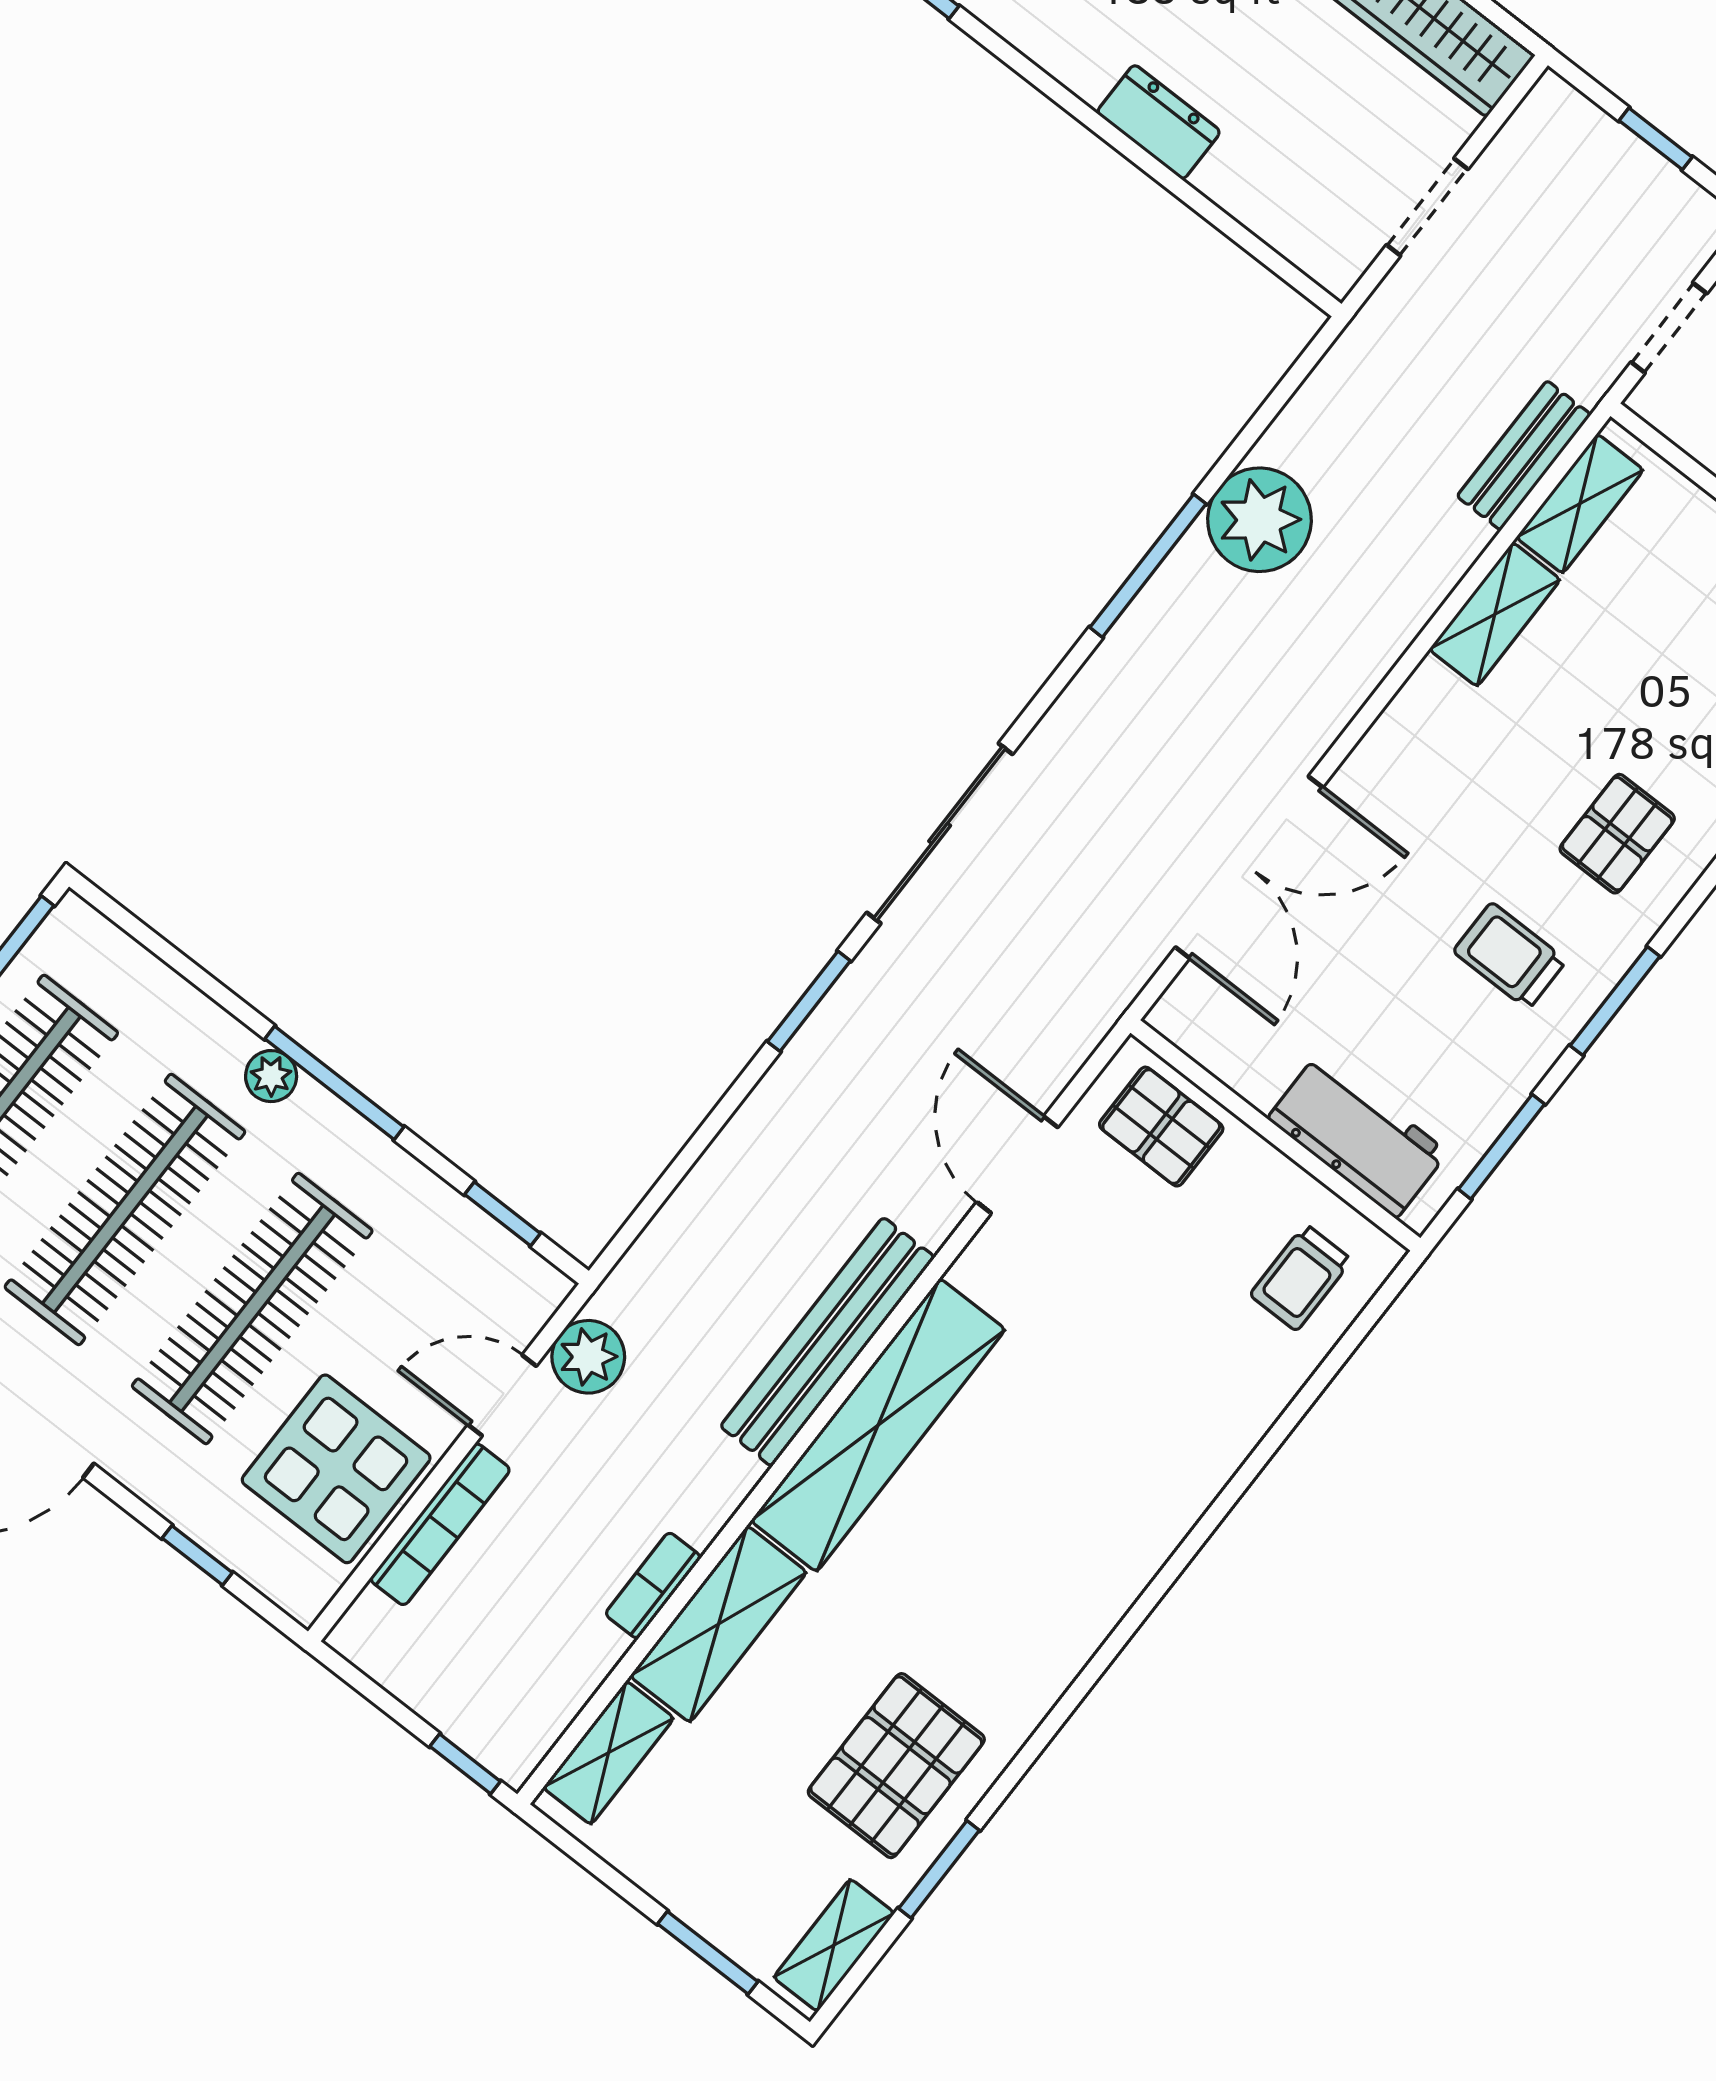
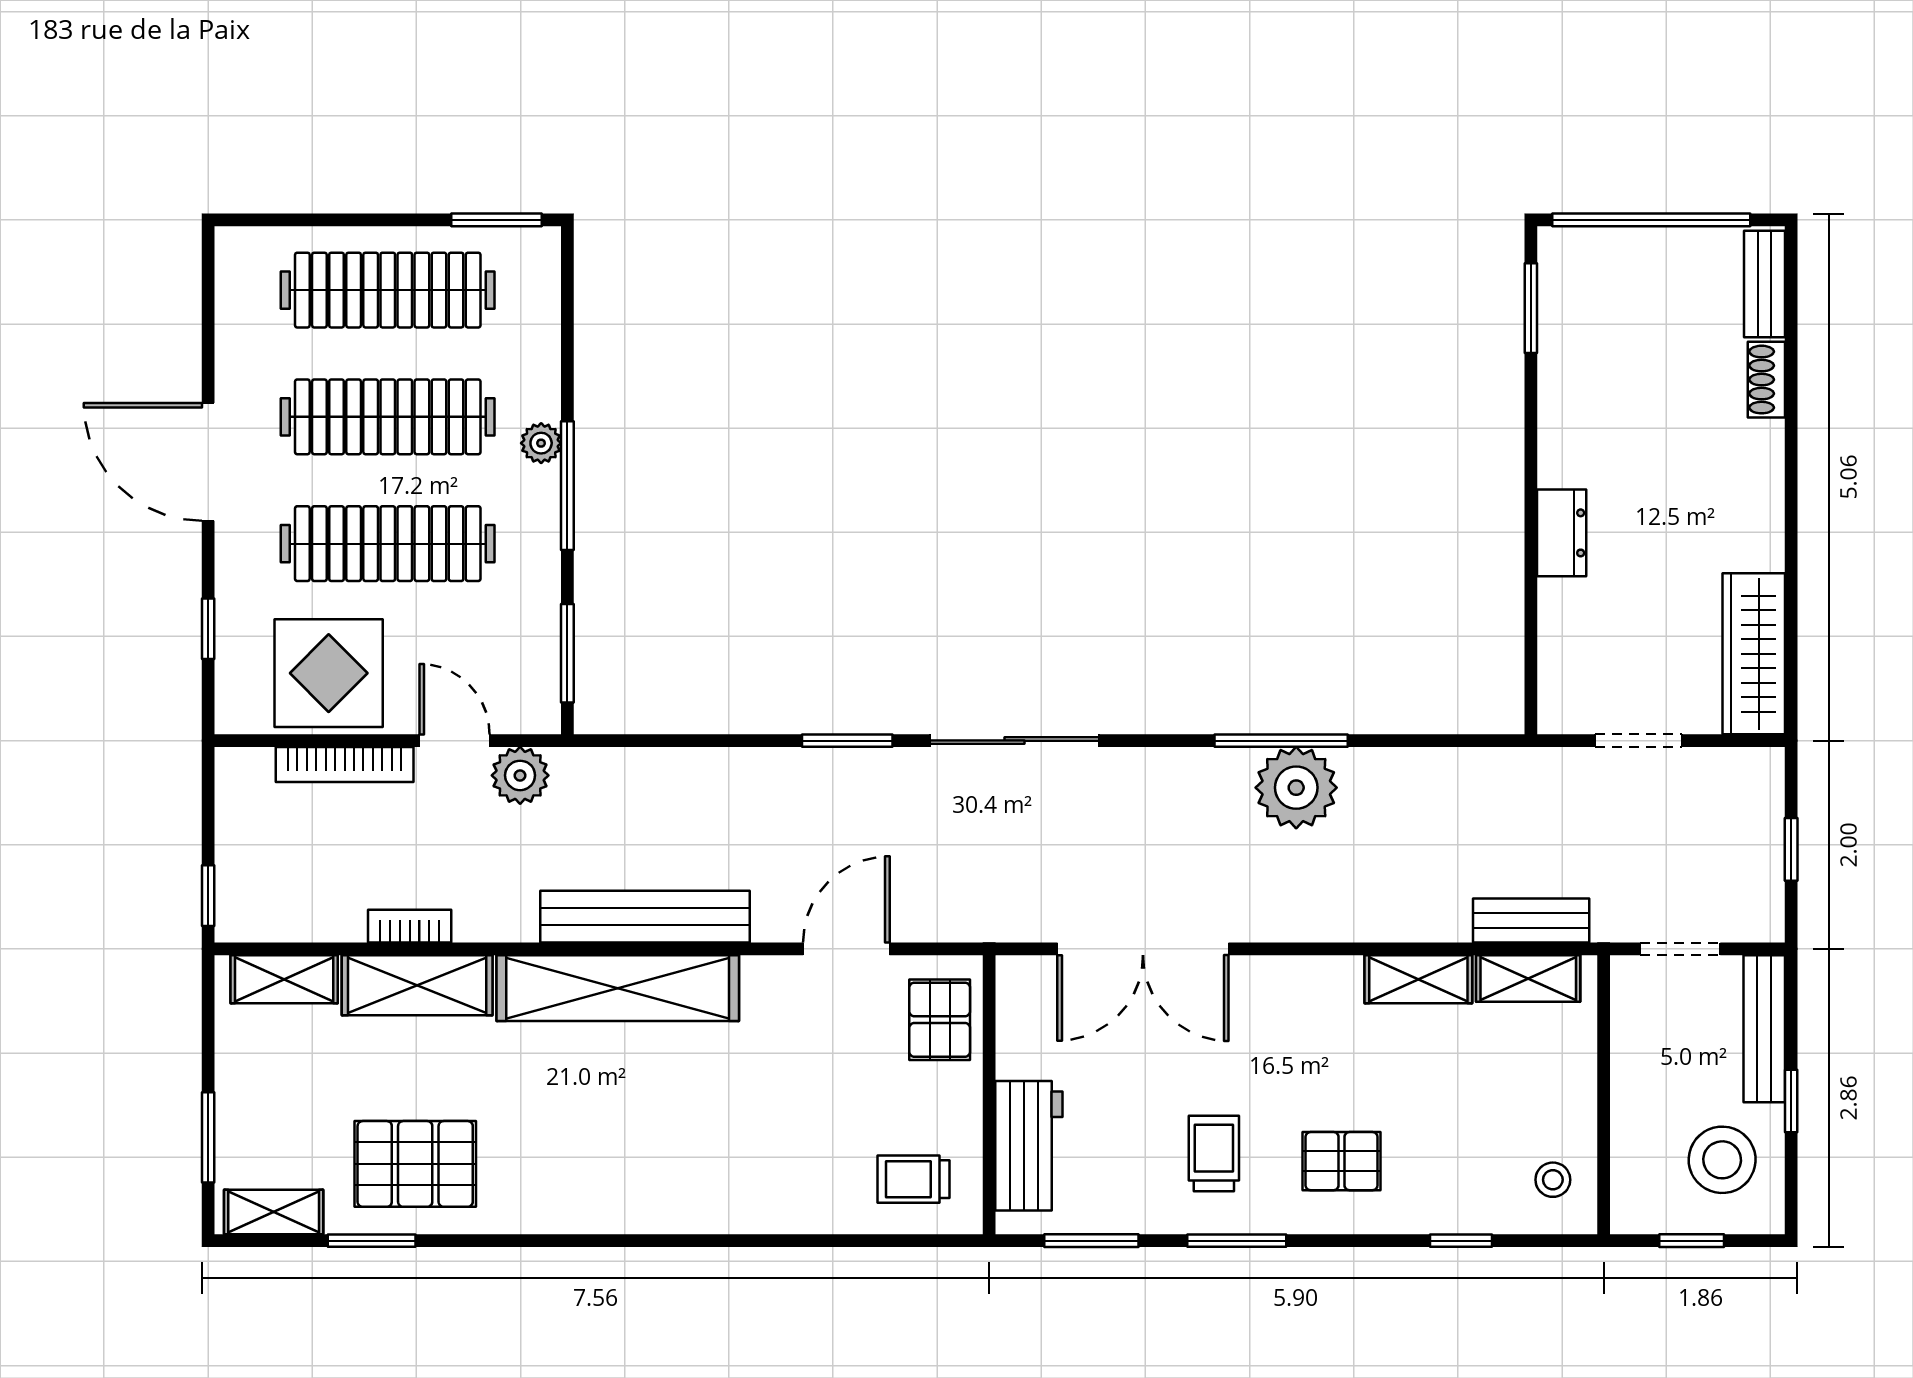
plant: (1259, 520) -> (1296, 788), moved
window: (503, 1214) -> (567, 653), width x1.50

